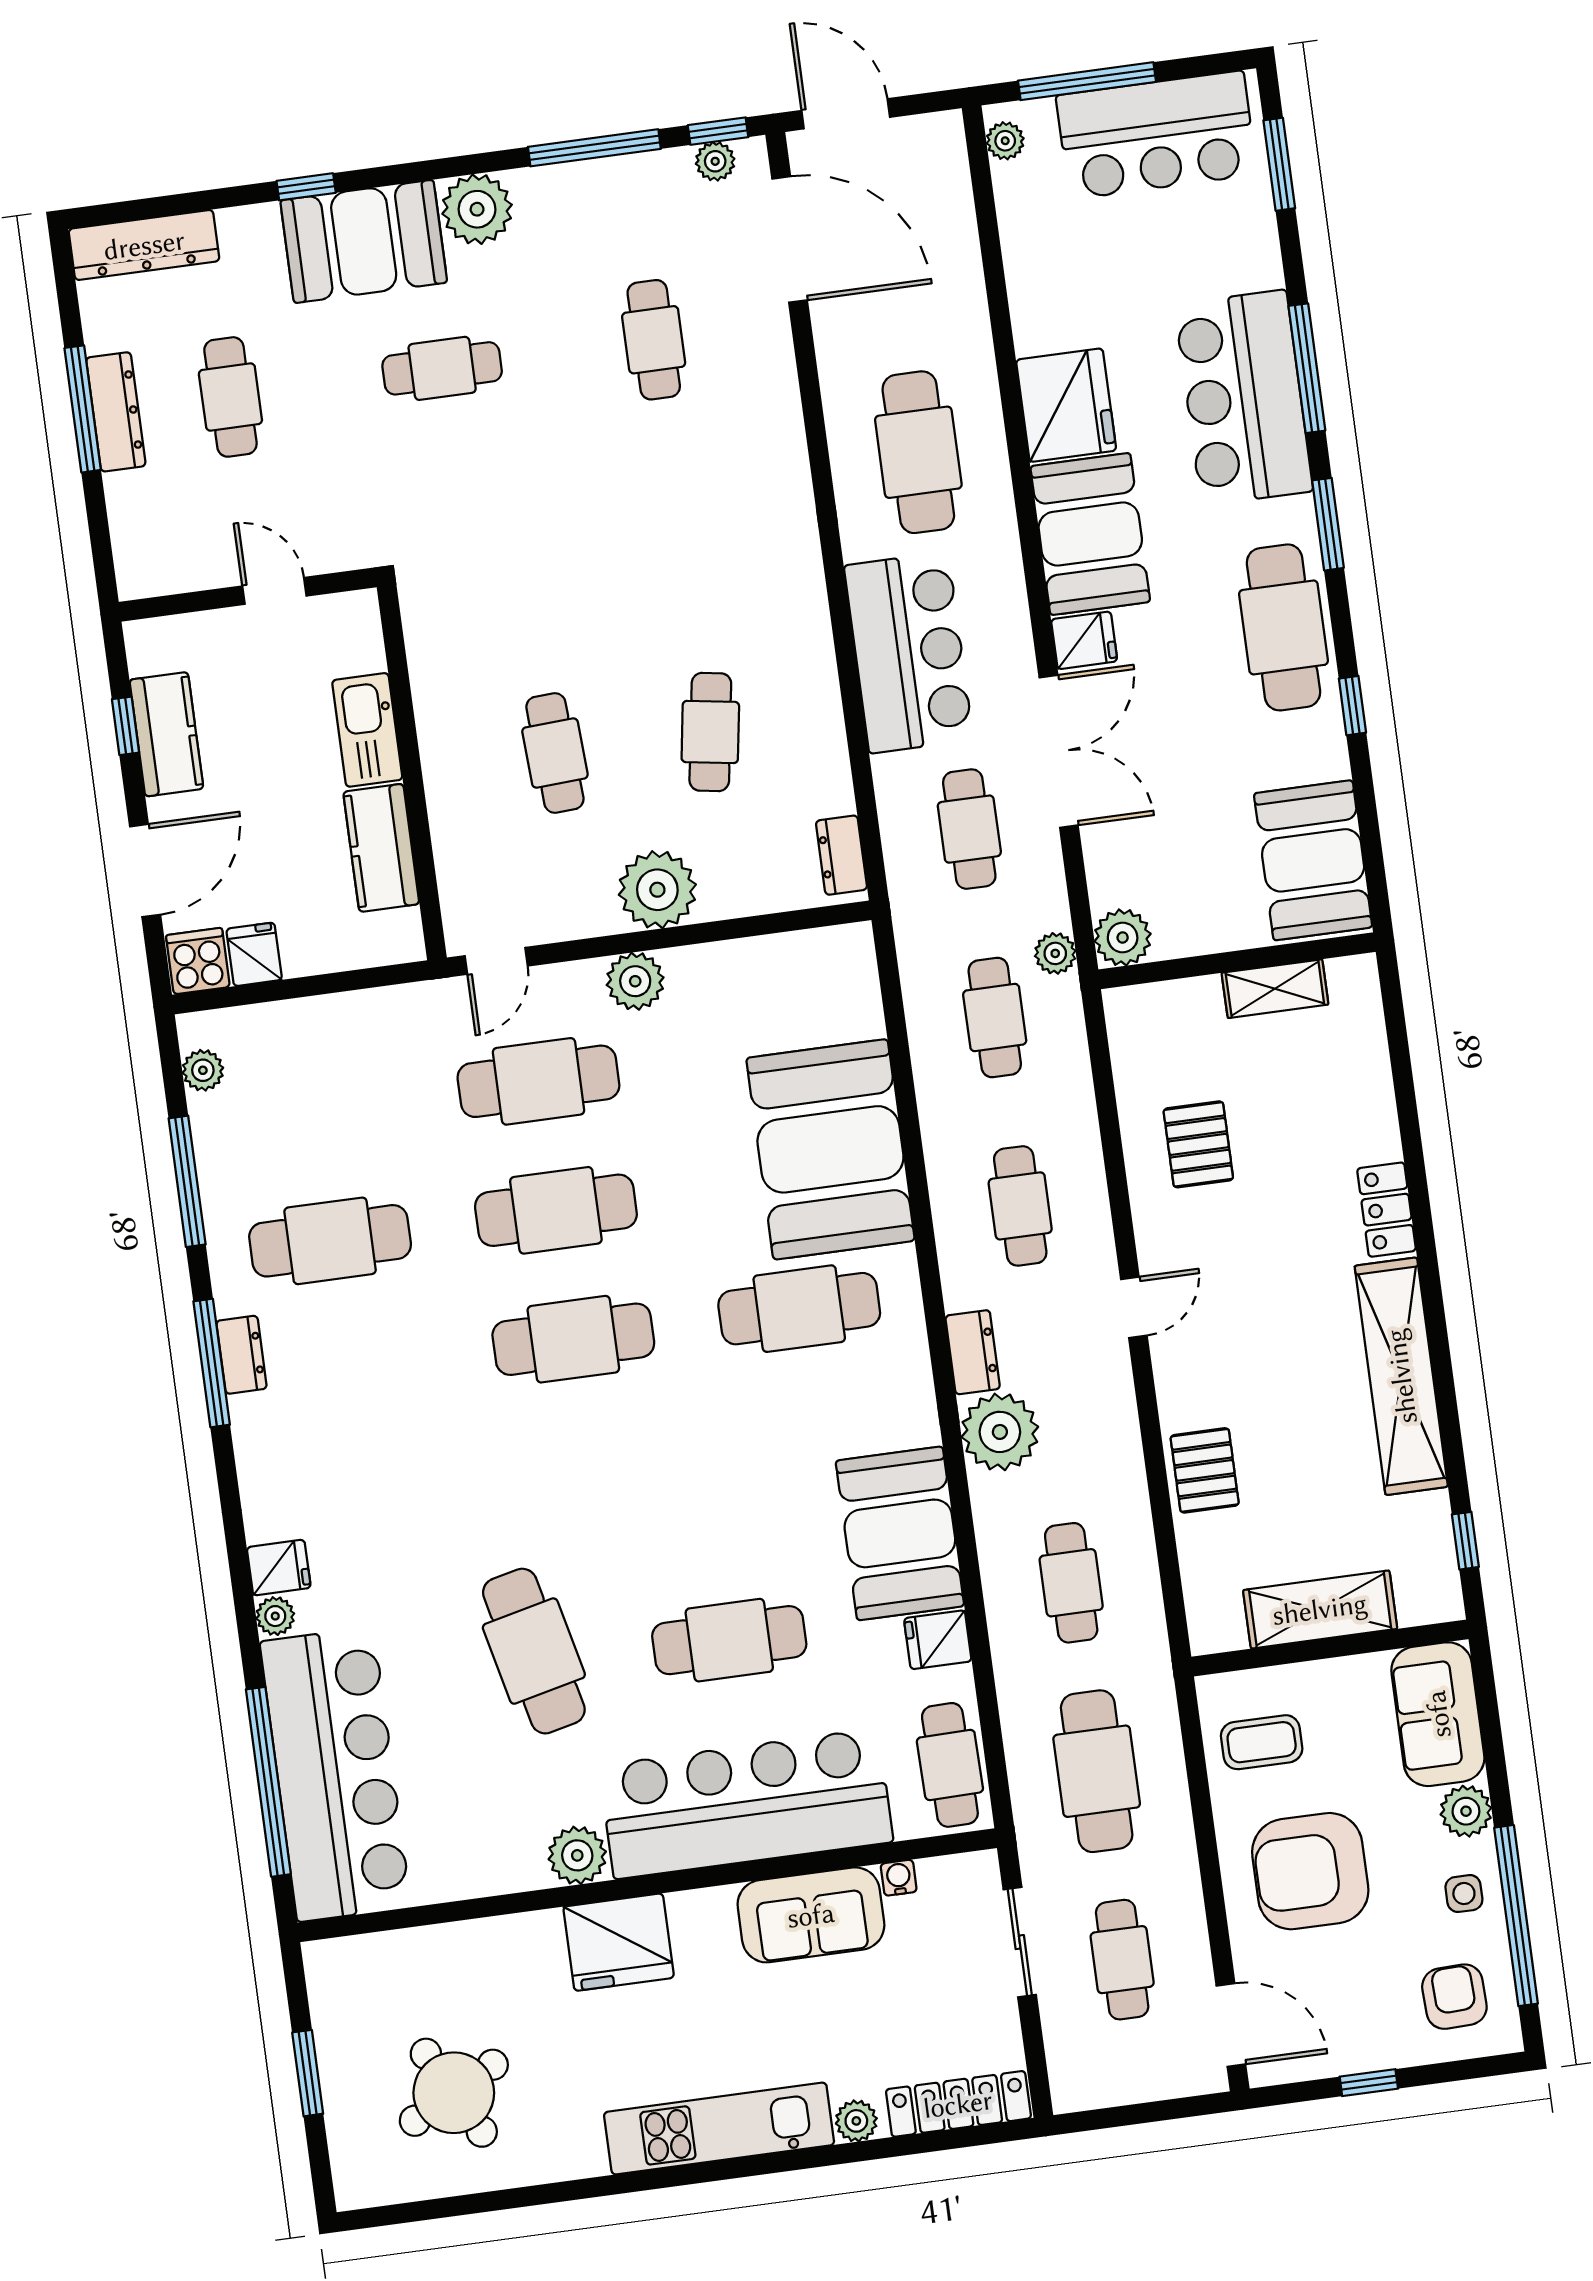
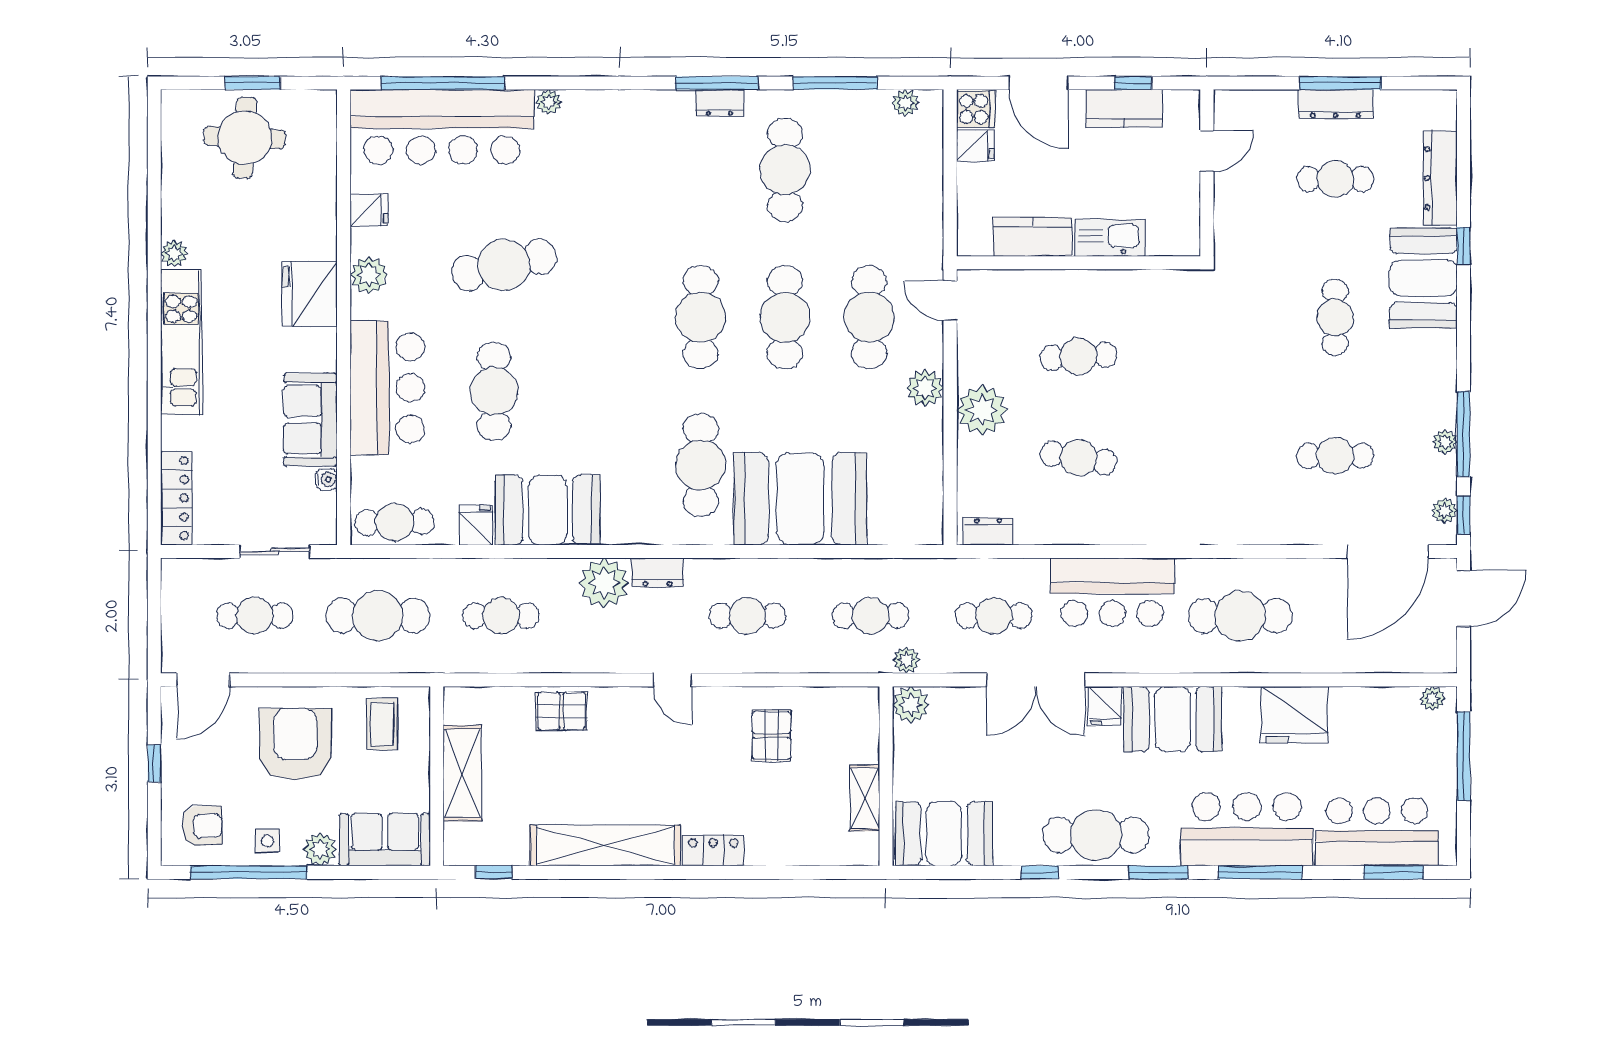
bar counter: (1156, 135) -> (1377, 832), moved, turned 90
plant: (477, 209) -> (1445, 442), moved, width x0.53, depth x0.53
dresser: (144, 245) -> (1440, 178), moved
fridge: (1066, 405) -> (1295, 715), moved
door: (274, 591) -> (1207, 151), moved
pallet: (1198, 1144) -> (771, 735), turned 90
fridge: (279, 1568) -> (369, 210), moved, turned -90
bar counter: (746, 1804) -> (387, 388), width x0.73
round table: (454, 2093) -> (245, 138), moved, turned 31
plant: (856, 2121) -> (174, 254), moved

